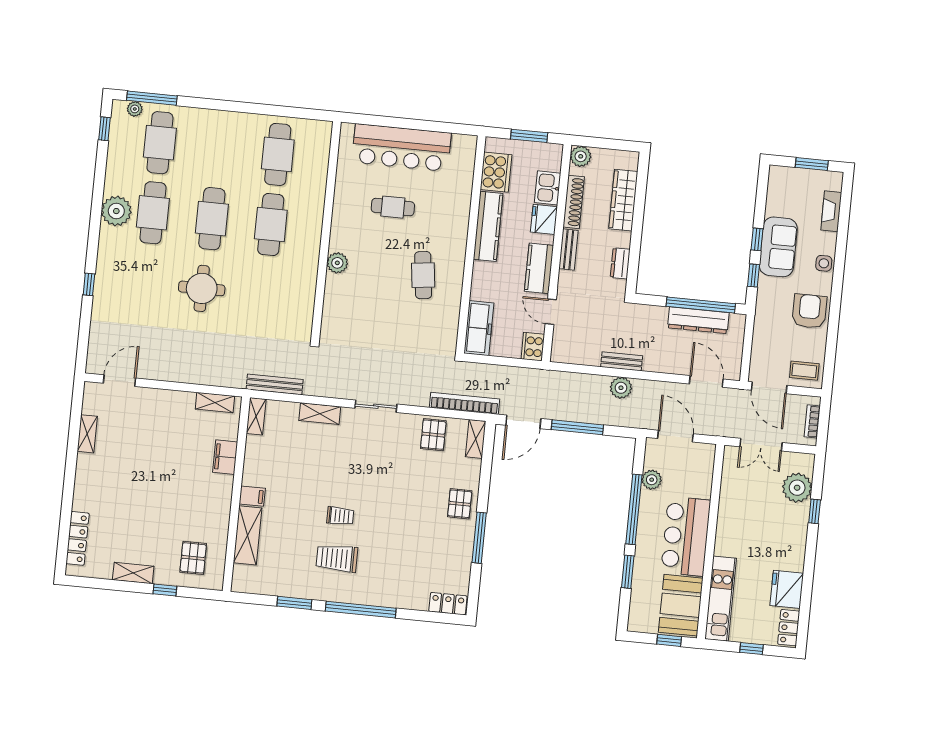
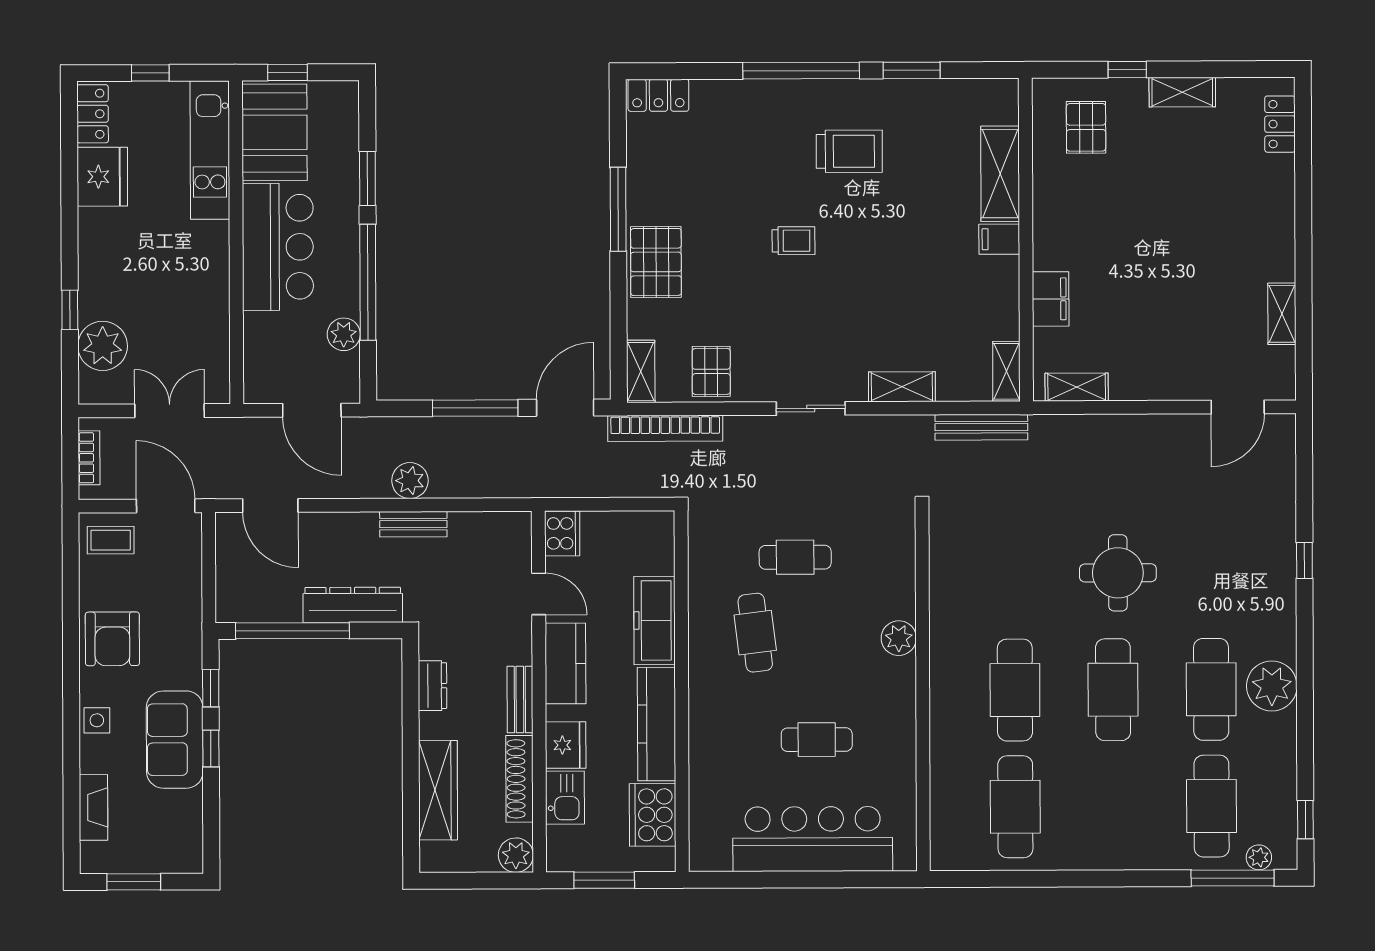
cafe table: (394, 318) -> (795, 557), added
dresser: (698, 320) -> (353, 605), moved
freezer: (479, 328) -> (655, 620), moved
pallet: (460, 504) -> (656, 262), width x1.50, depth x1.42
trolley: (340, 516) -> (794, 241), moved, turned 180
locker: (78, 538) -> (1280, 124), width x0.66

